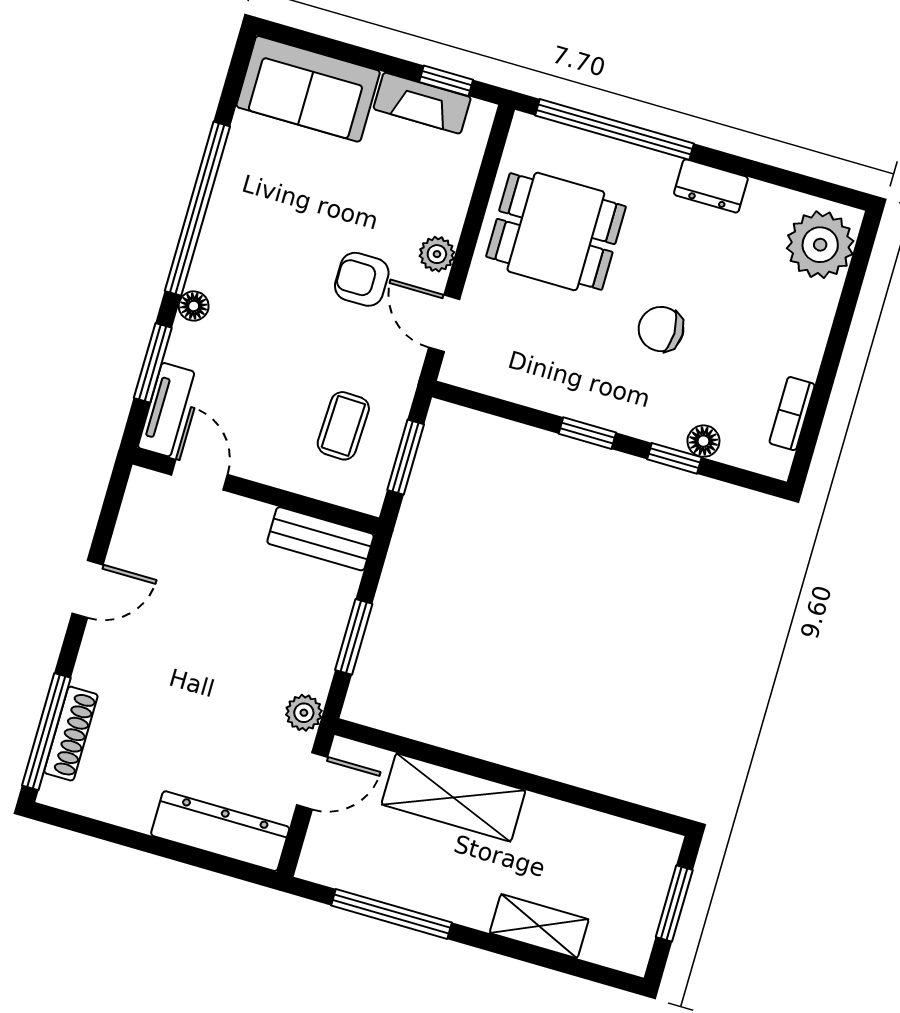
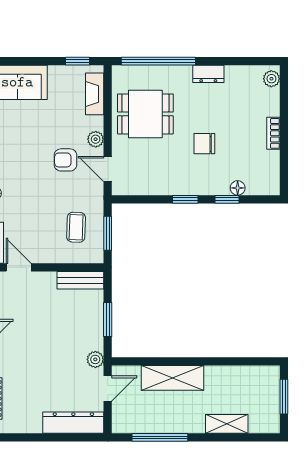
fireplace: (422, 103) -> (95, 94), moved, turned 90
plant: (820, 245) -> (271, 79), width x0.53, depth x0.53
bookcase: (792, 414) -> (273, 133), moved

